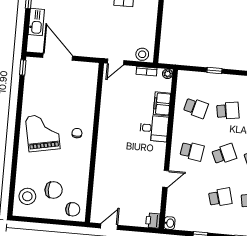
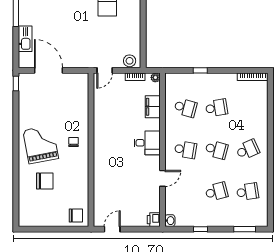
desk: (154, 128) -> (147, 143), moved
school desk: (224, 154) -> (216, 150), turned 39
chair: (54, 190) -> (45, 181), moved
stool: (27, 196) -> (31, 207), removed

